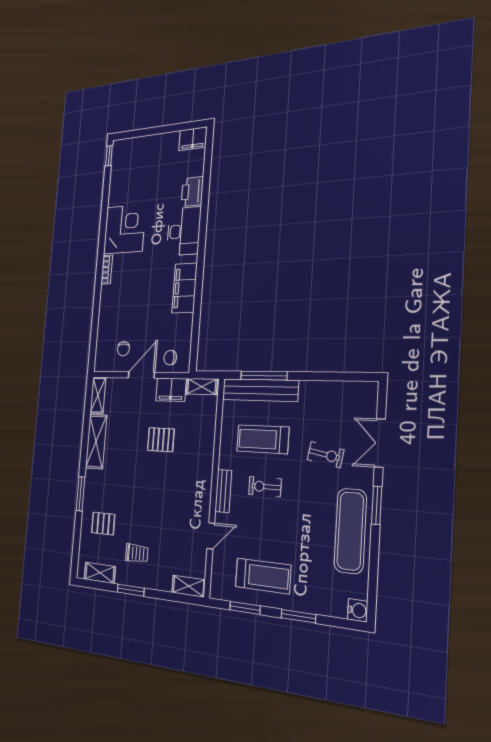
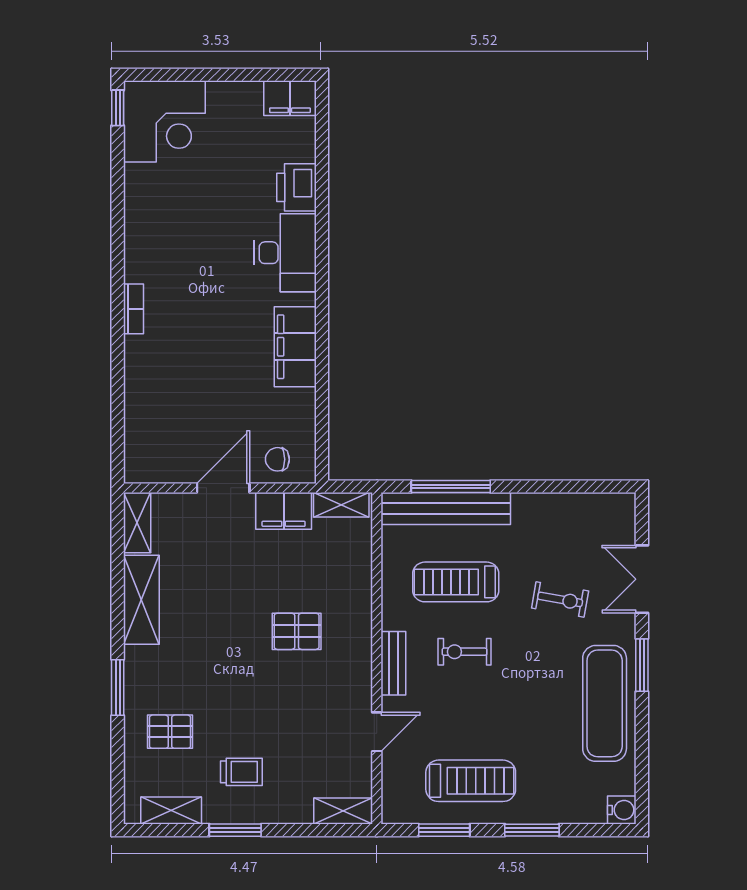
corner desk: (124, 229) -> (164, 121), moved, turned 90
chair: (123, 349) -> (182, 445), removed
pallet: (161, 440) -> (297, 631), moved

